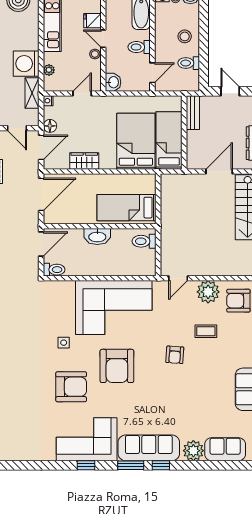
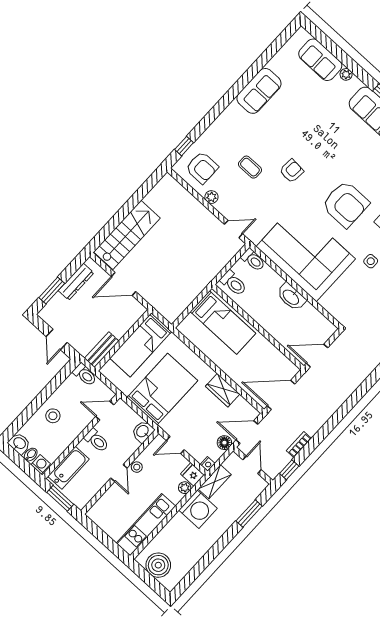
fridge: (92, 21) -> (192, 474), moved, turned 180
toilet: (189, 63) -> (85, 375), moved
bed: (136, 141) -> (162, 389), moved, turned 180
washbasin: (97, 237) -> (291, 297), moved, turned 180
toilet: (54, 270) -> (253, 260), moved, turned 180
plant: (208, 292) -> (211, 197), width x0.53, depth x0.53
armchair: (117, 366) -> (345, 204), turned 90
plant: (193, 451) -> (346, 74), width x0.53, depth x0.53

